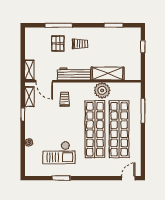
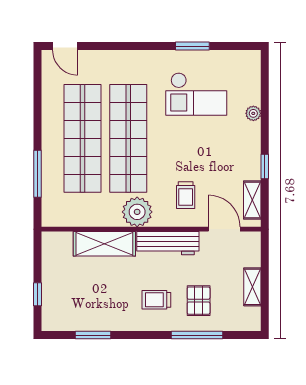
shelving: (29, 70) -> (252, 287), moved
plant: (102, 90) -> (137, 212), moved
checkout: (59, 153) -> (196, 94), turned 180
door: (128, 178) -> (65, 46), hinge flipped

